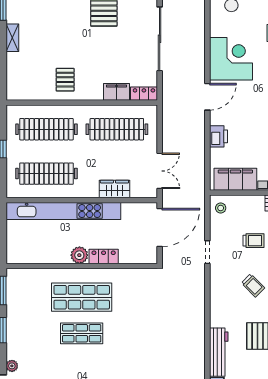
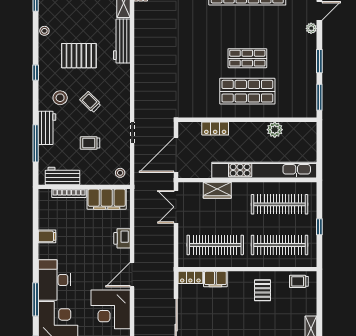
trolley: (25, 89) -> (299, 281), added
plant: (79, 255) -> (275, 130), moved
locker: (104, 256) -> (215, 129), moved

